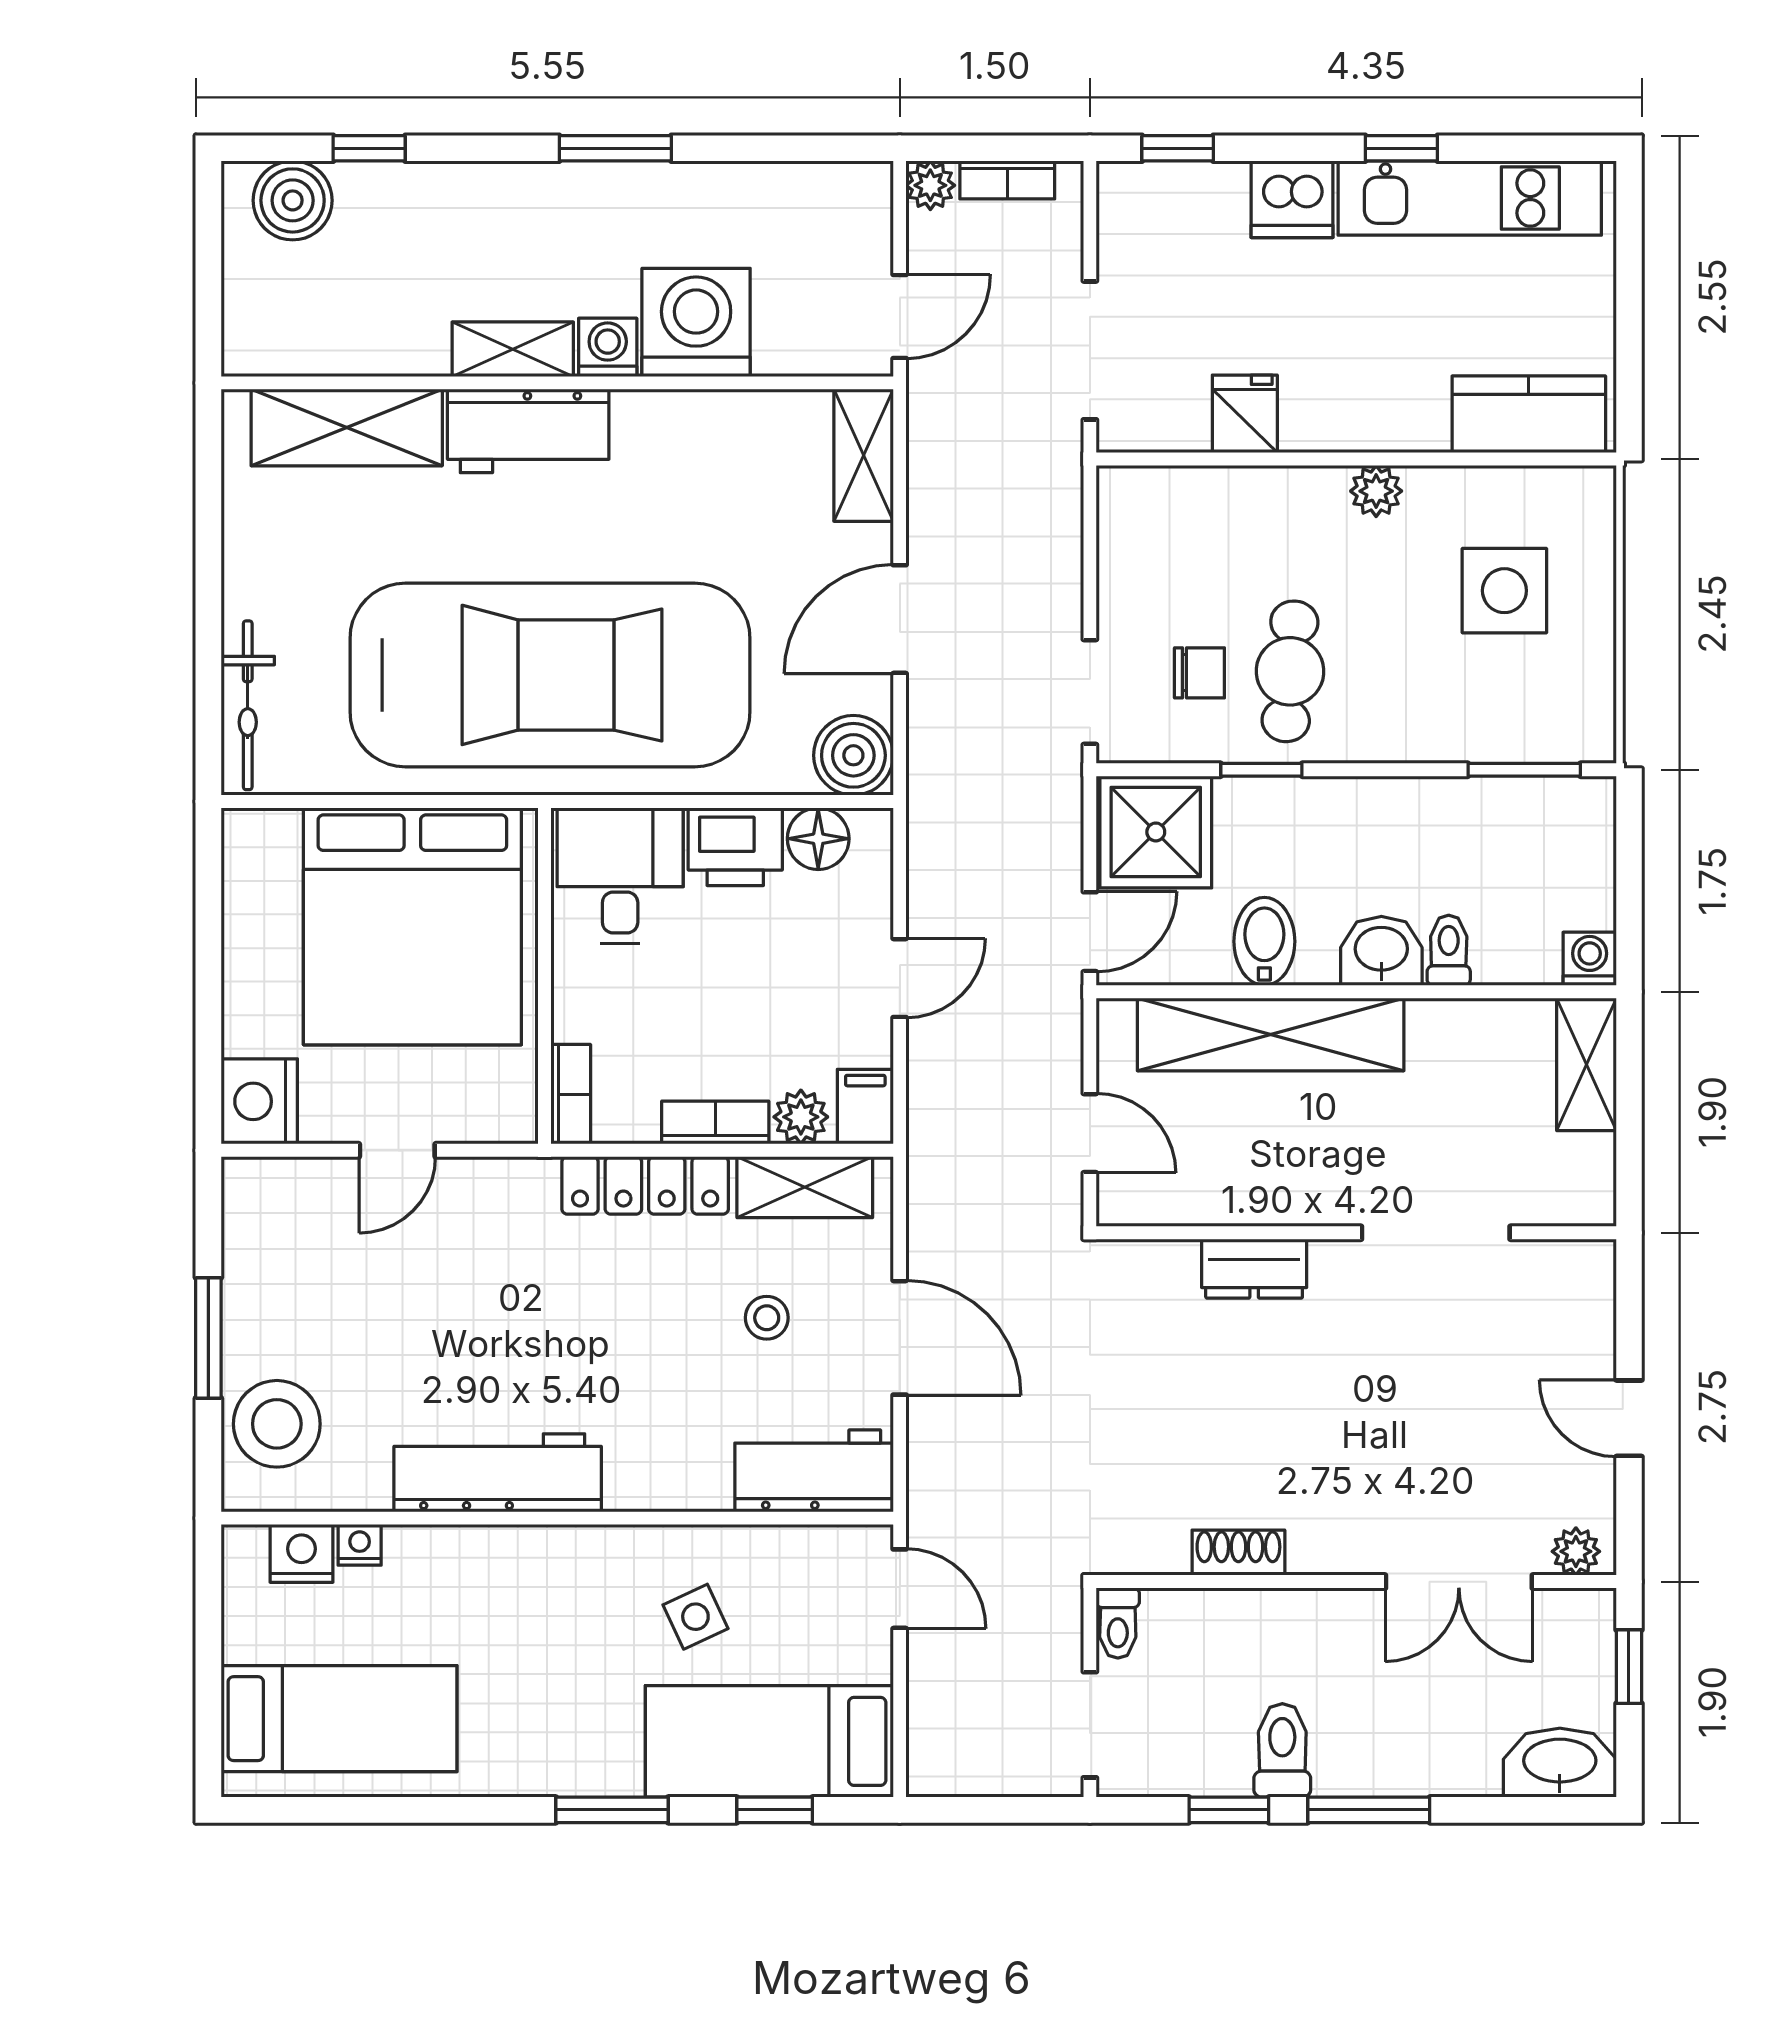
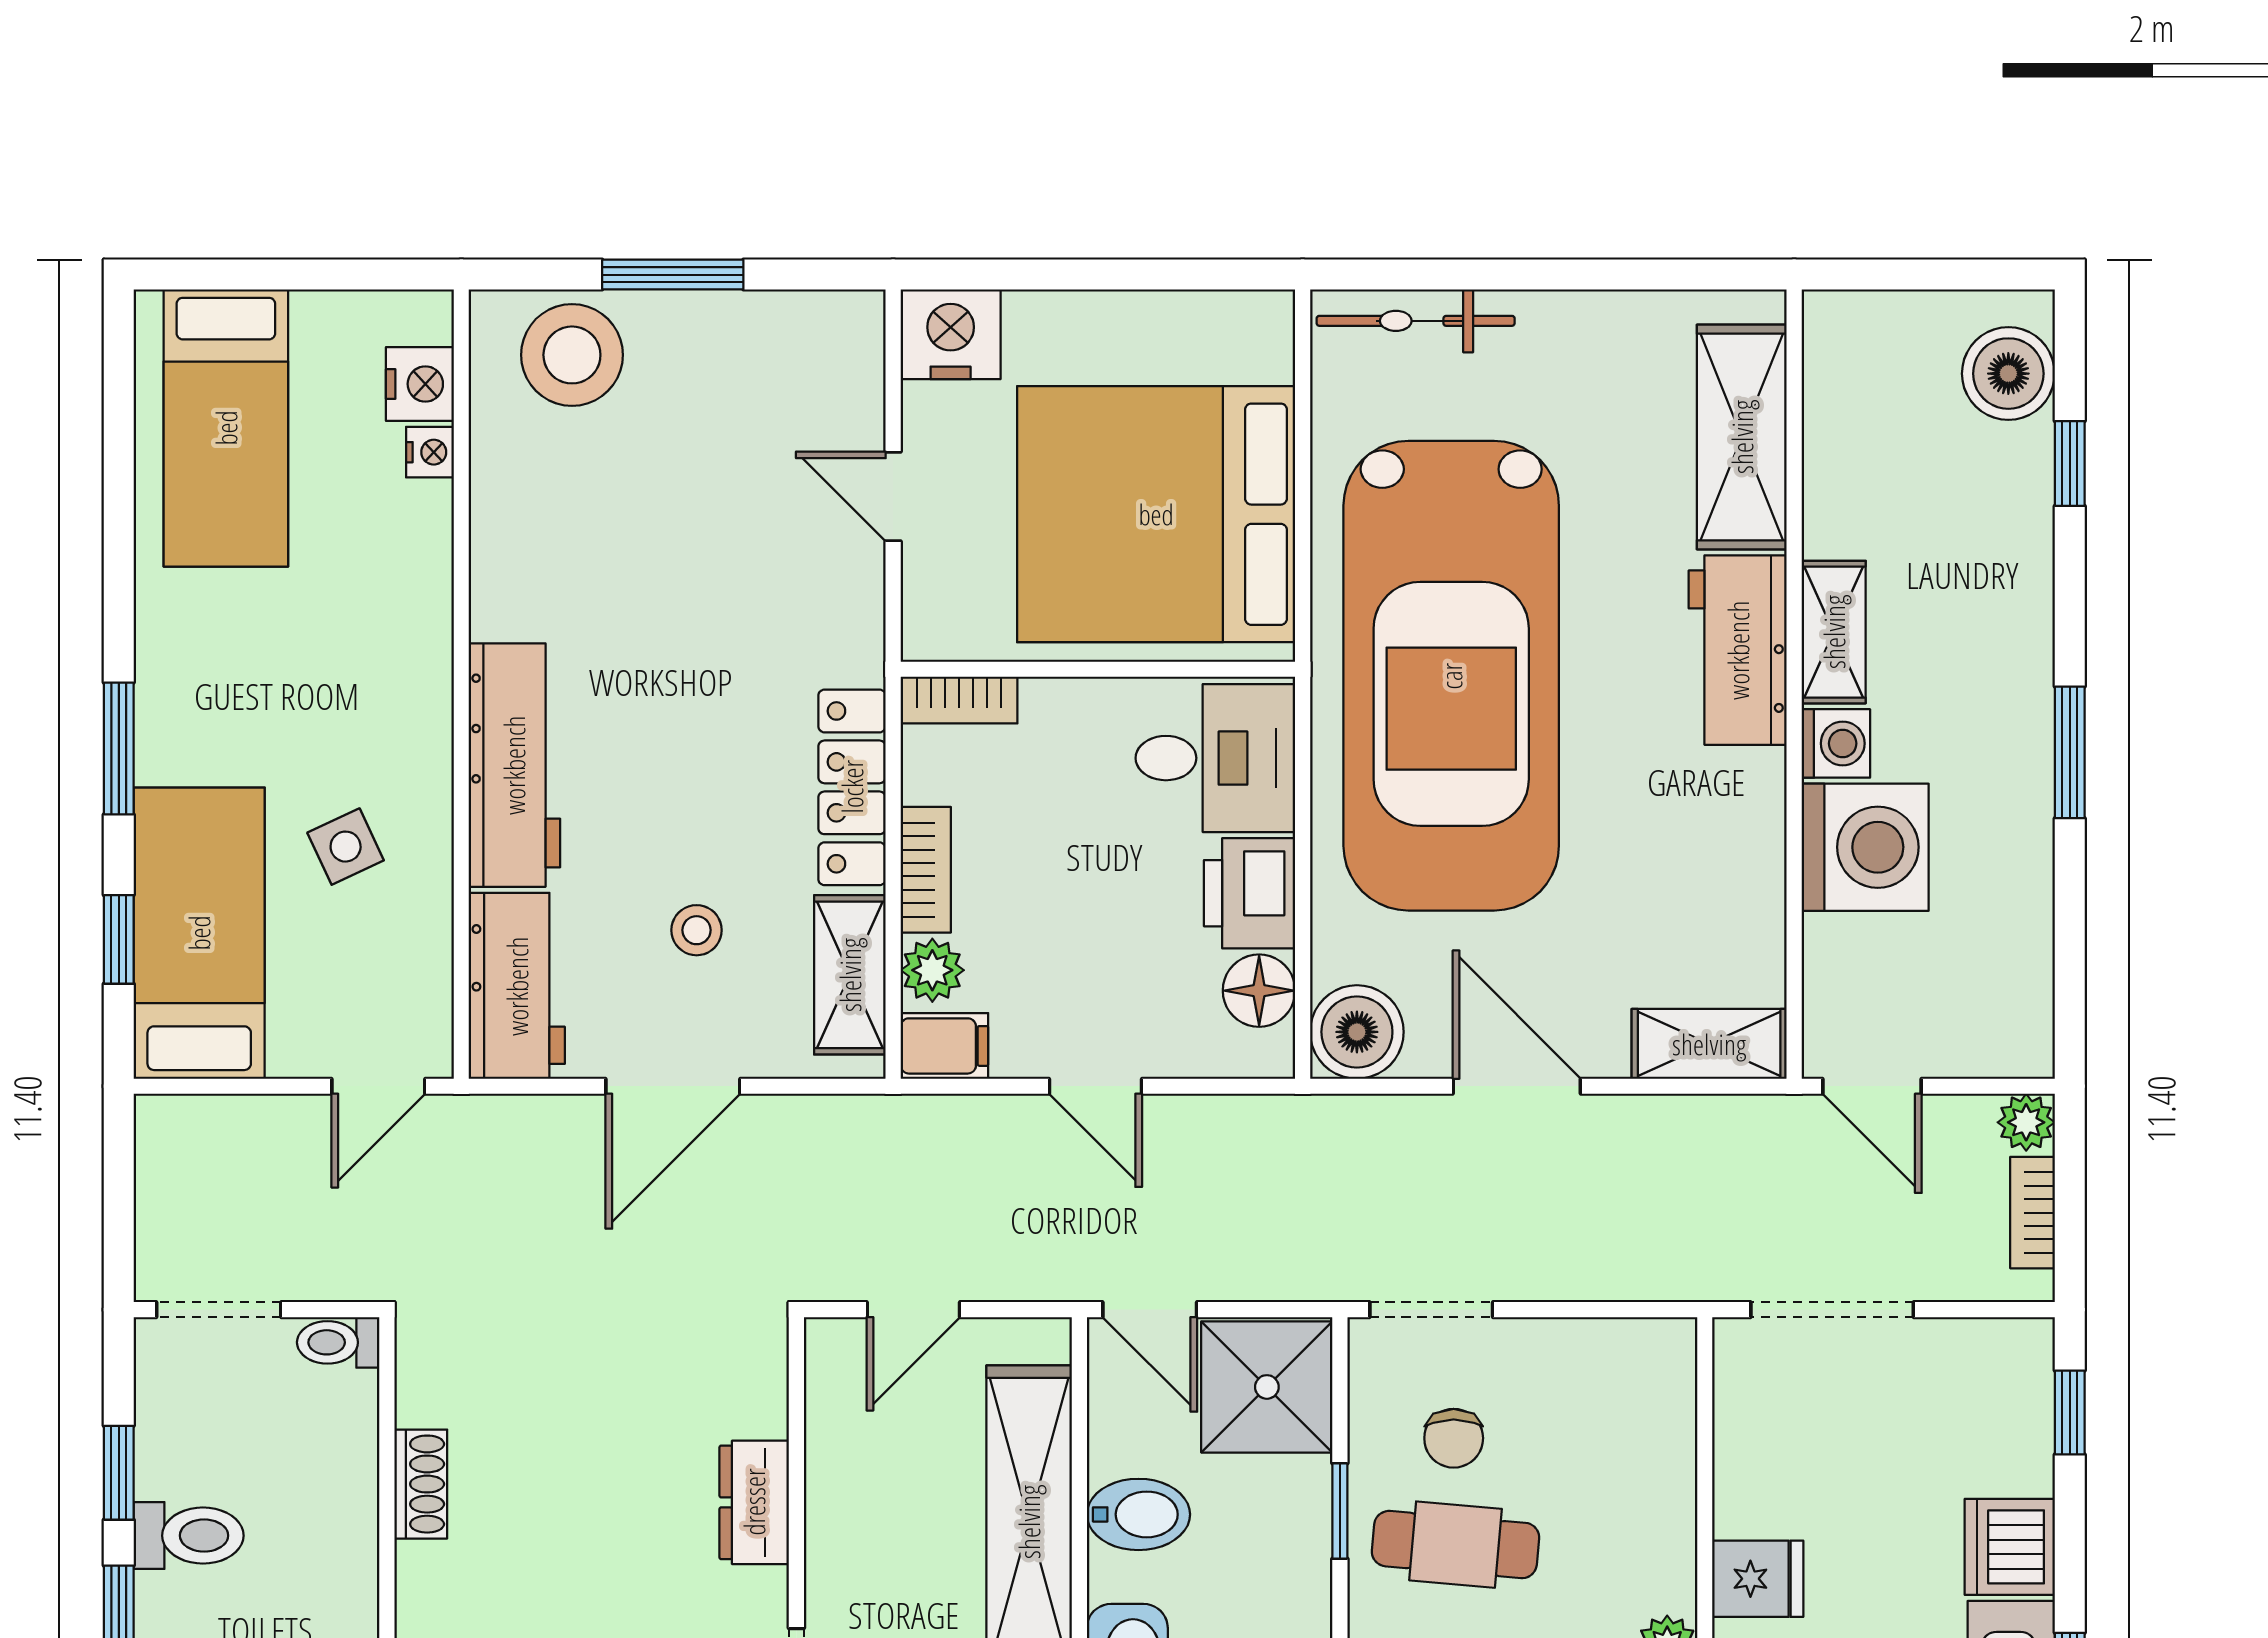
fridge: (1245, 414) -> (1758, 1579), moved
workbench: (498, 1473) -> (514, 765), moved

